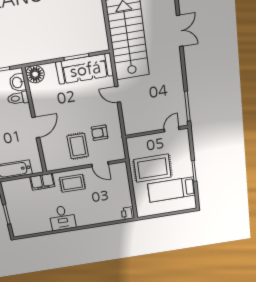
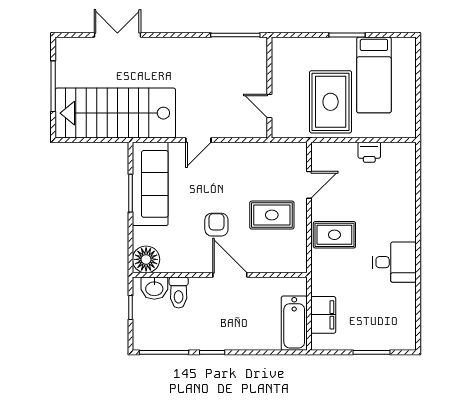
door: (172, 129) -> (269, 106), moved
armchair: (100, 133) -> (216, 225), moved, turned 180
filing cabinet: (42, 182) -> (323, 315), moved
rug: (72, 183) -> (334, 235), turned 90
printer: (128, 213) -> (369, 152), moved

